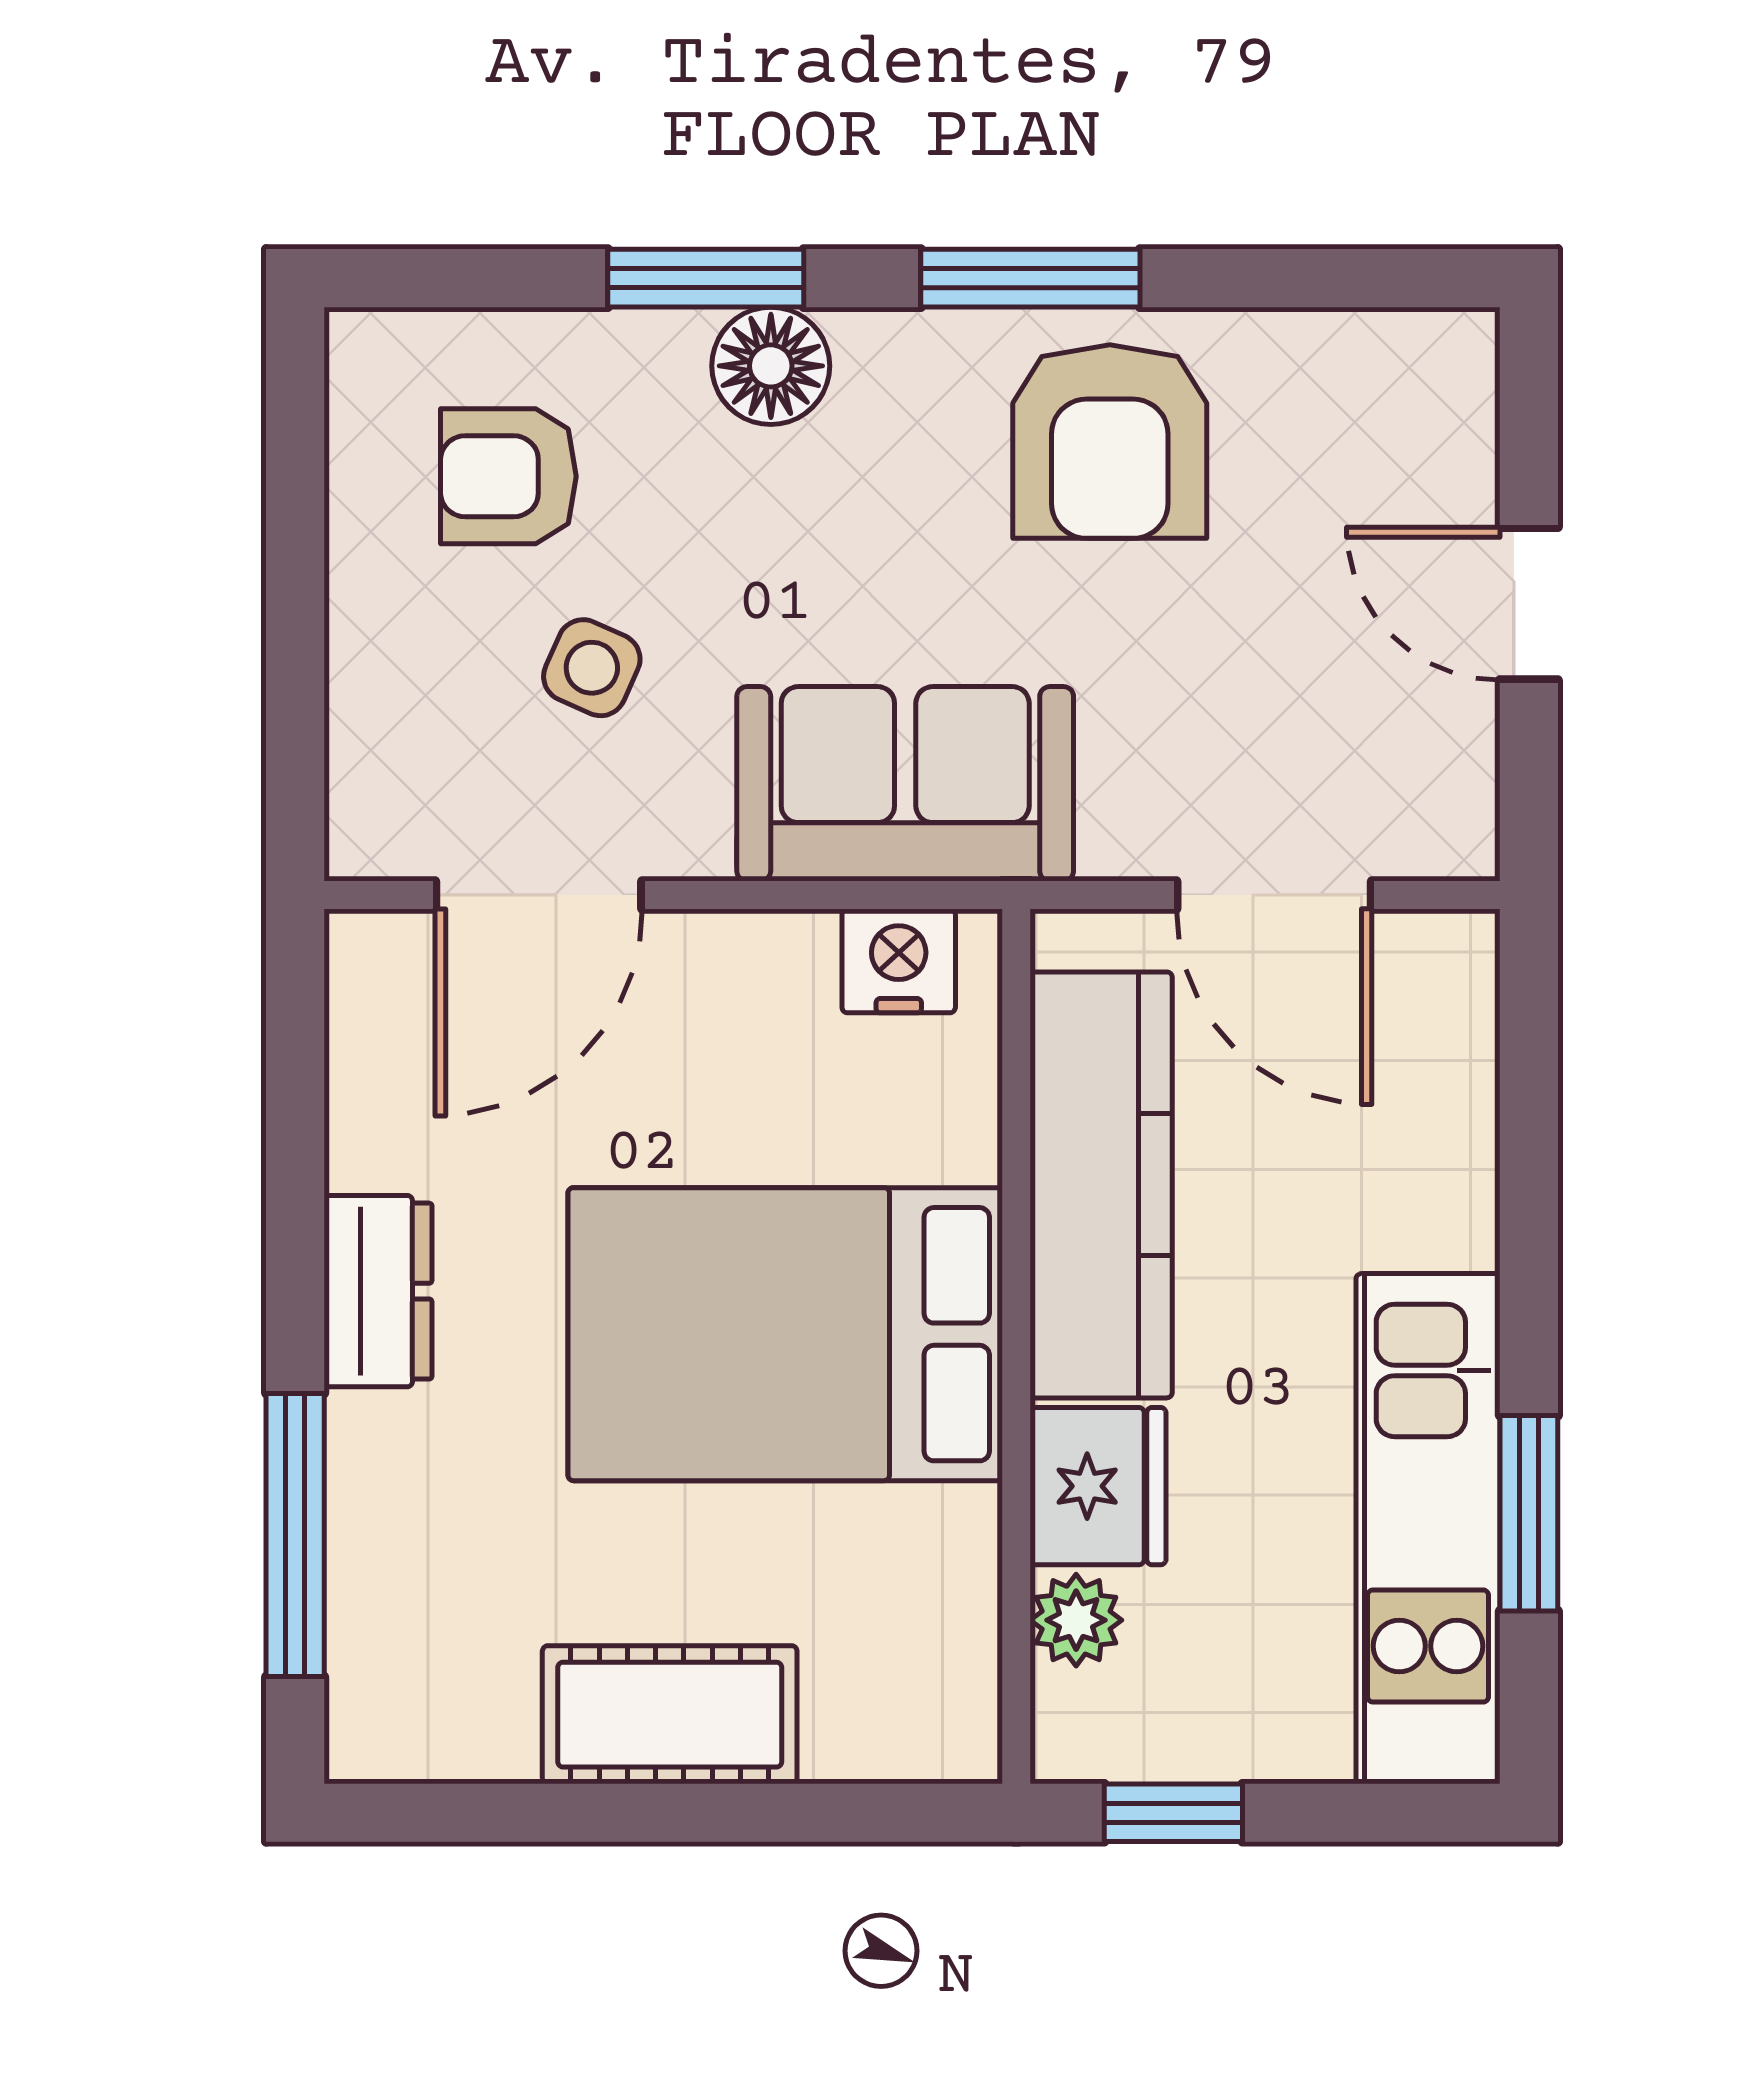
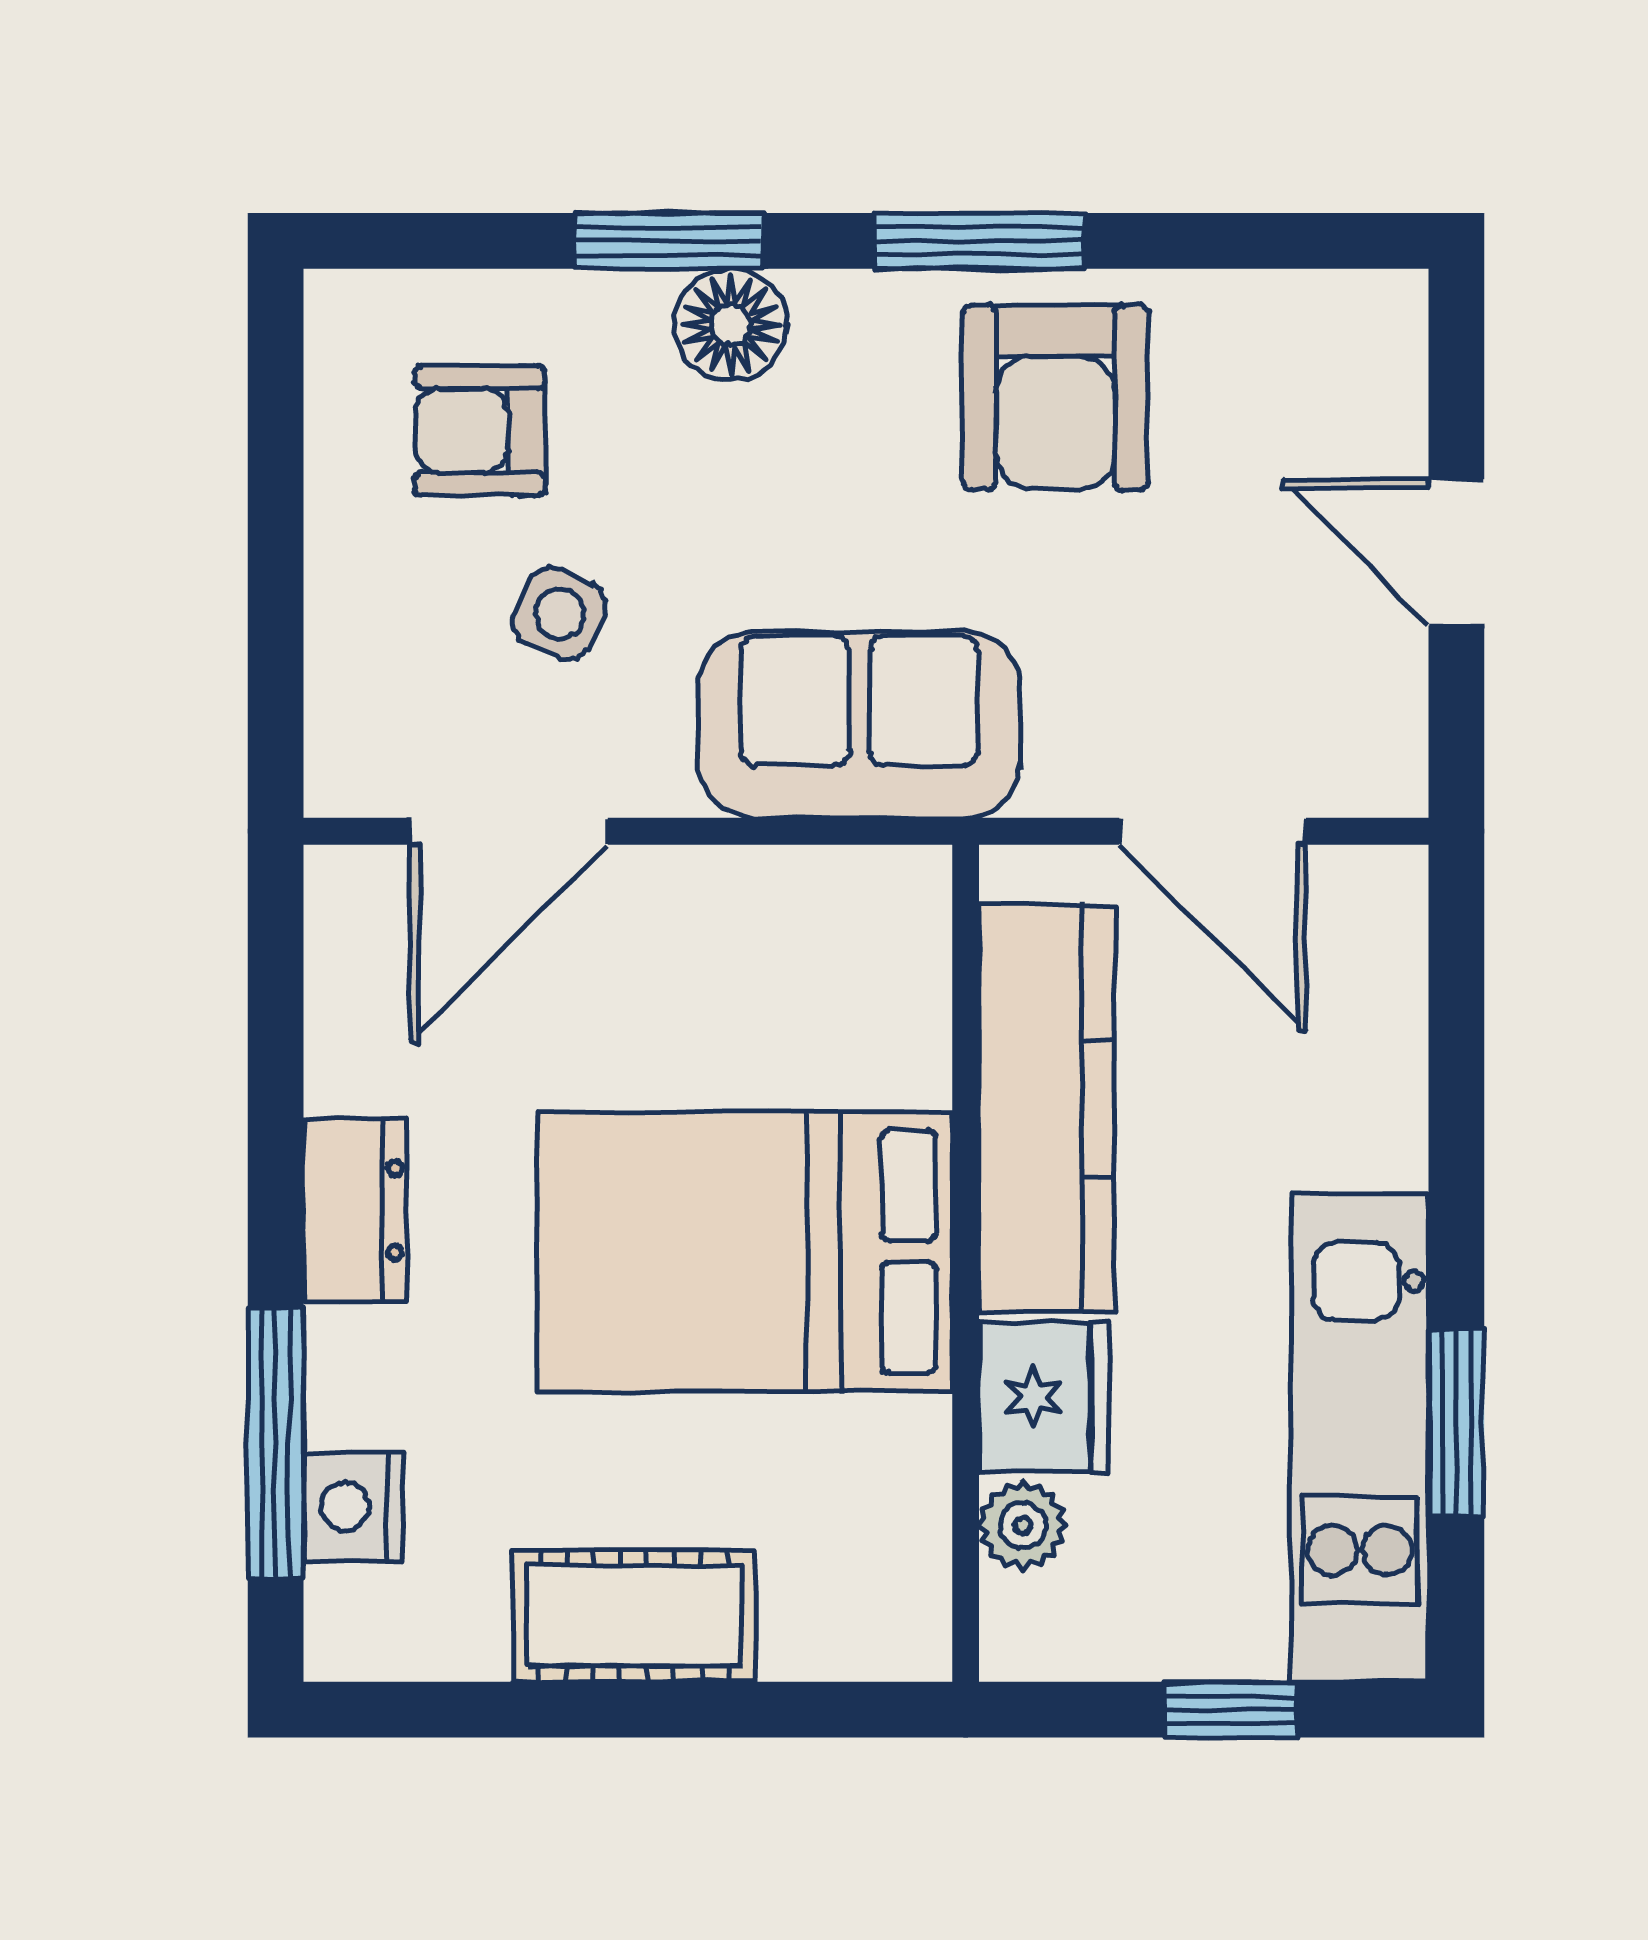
nightstand: (899, 961) -> (353, 1507), moved, turned -90
window: (1173, 1813) -> (1230, 1710), moved

